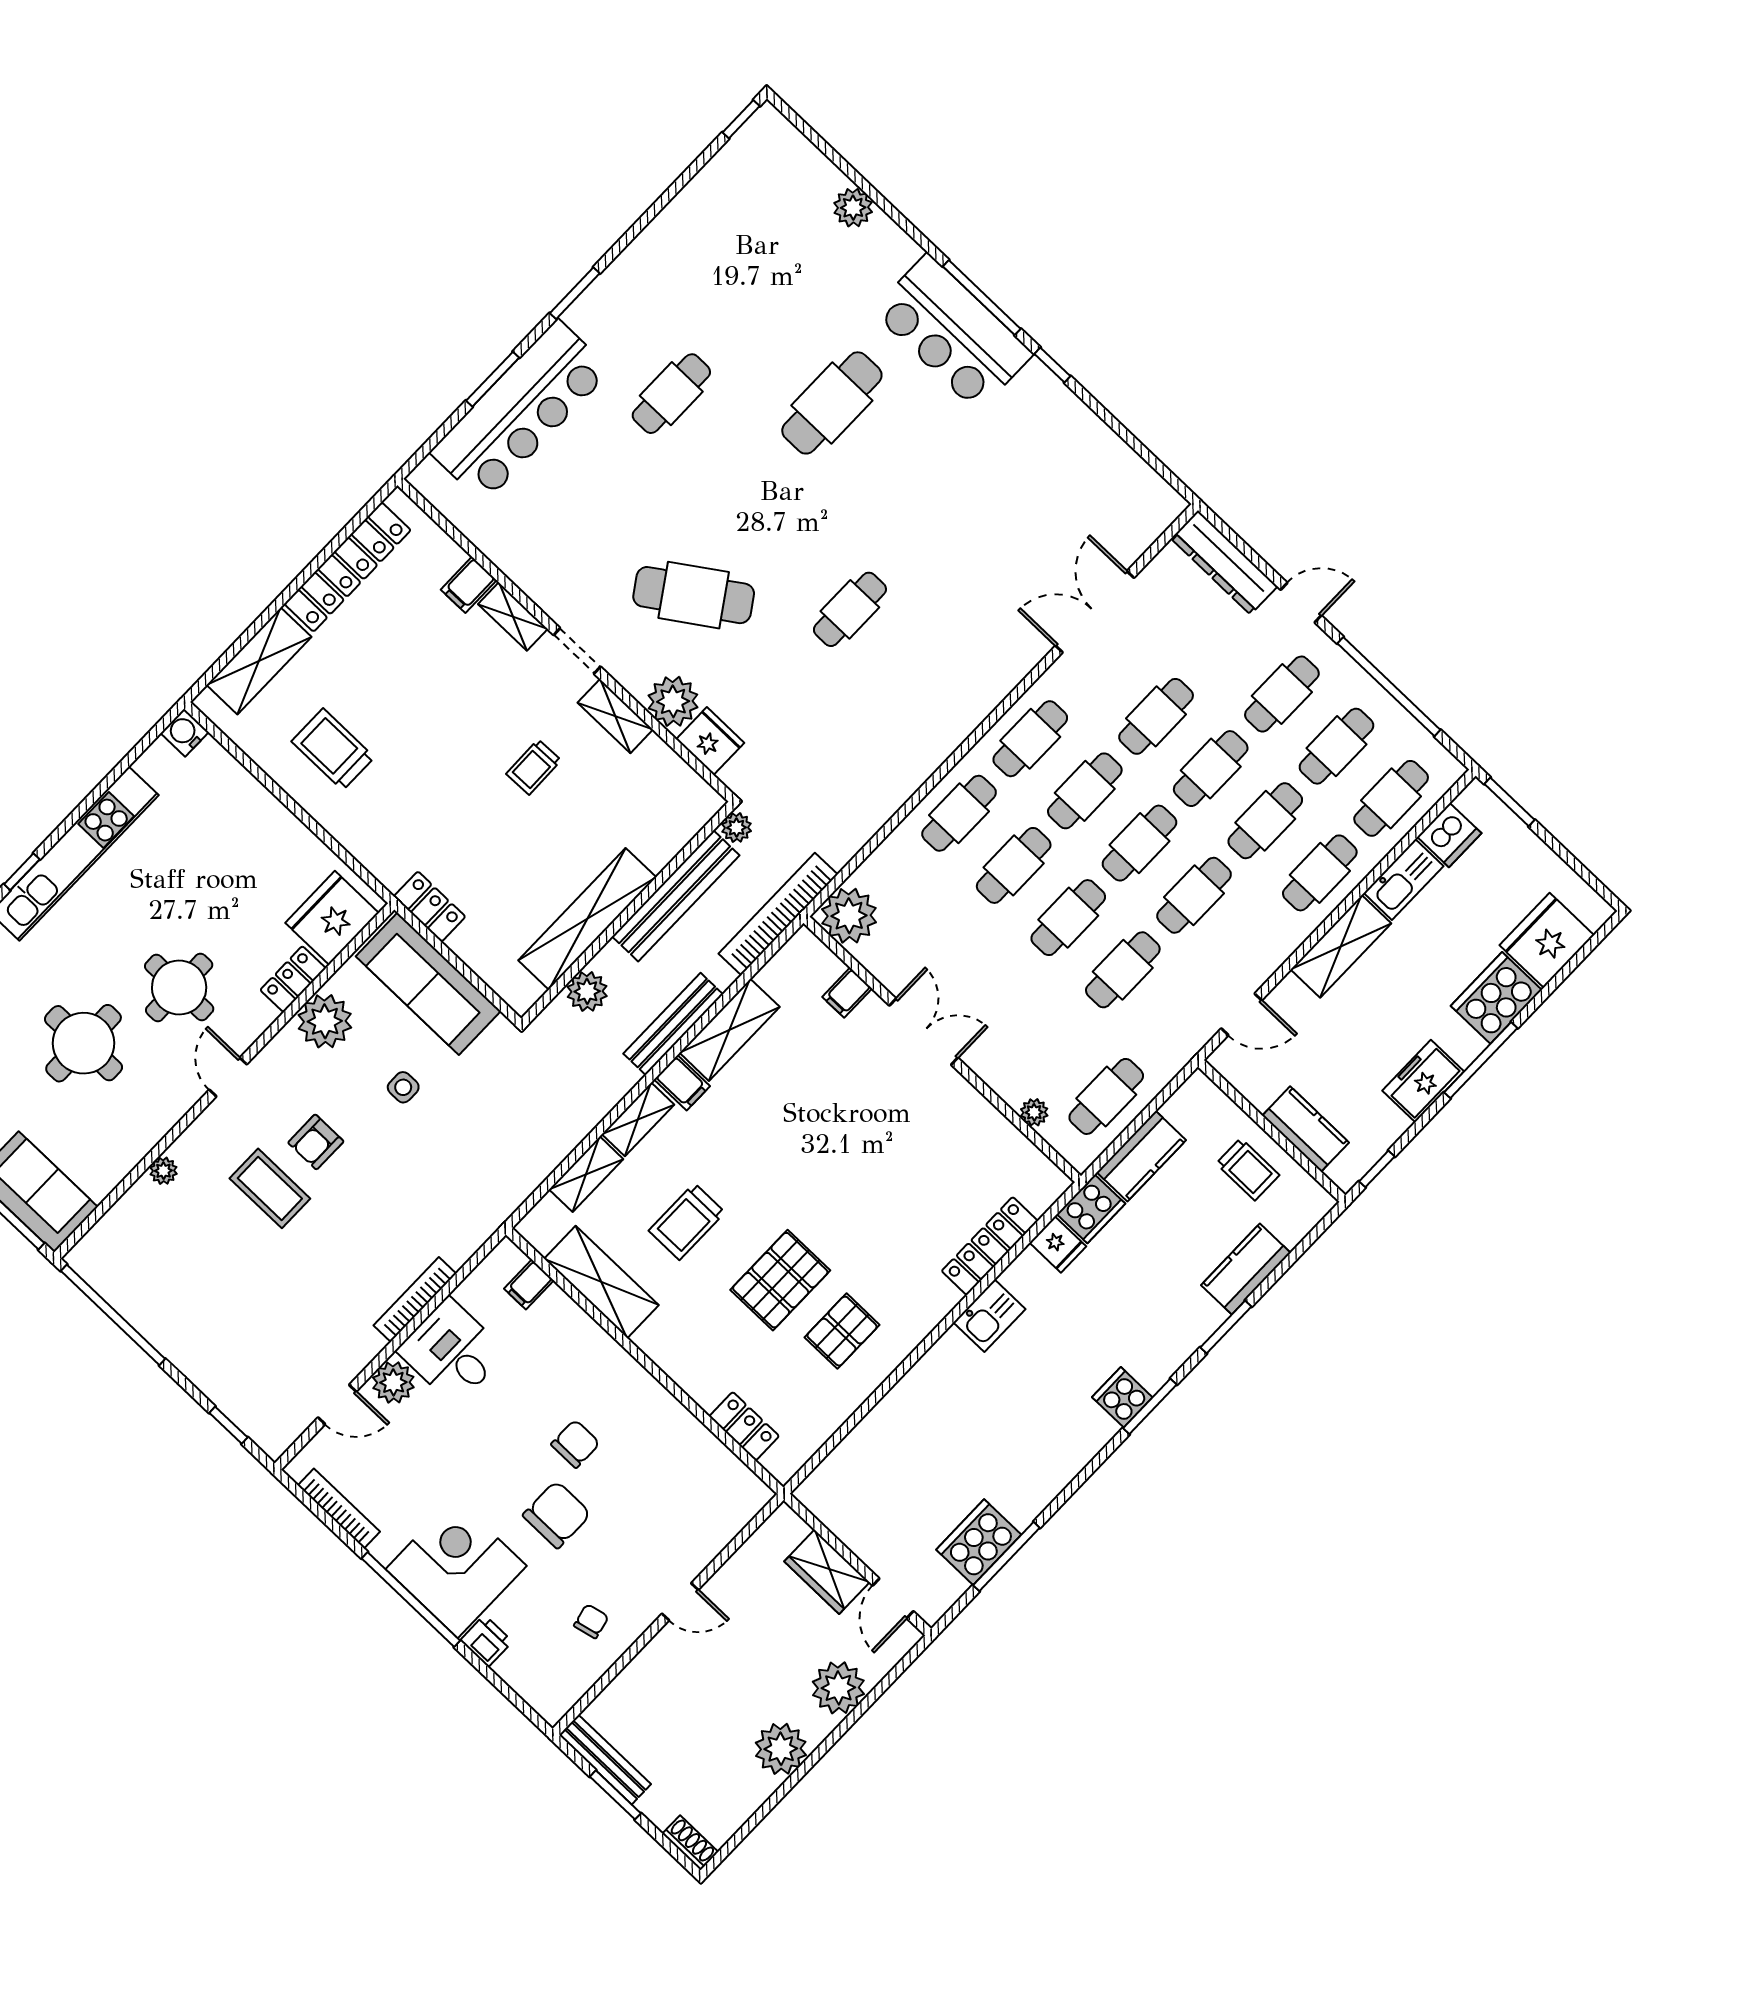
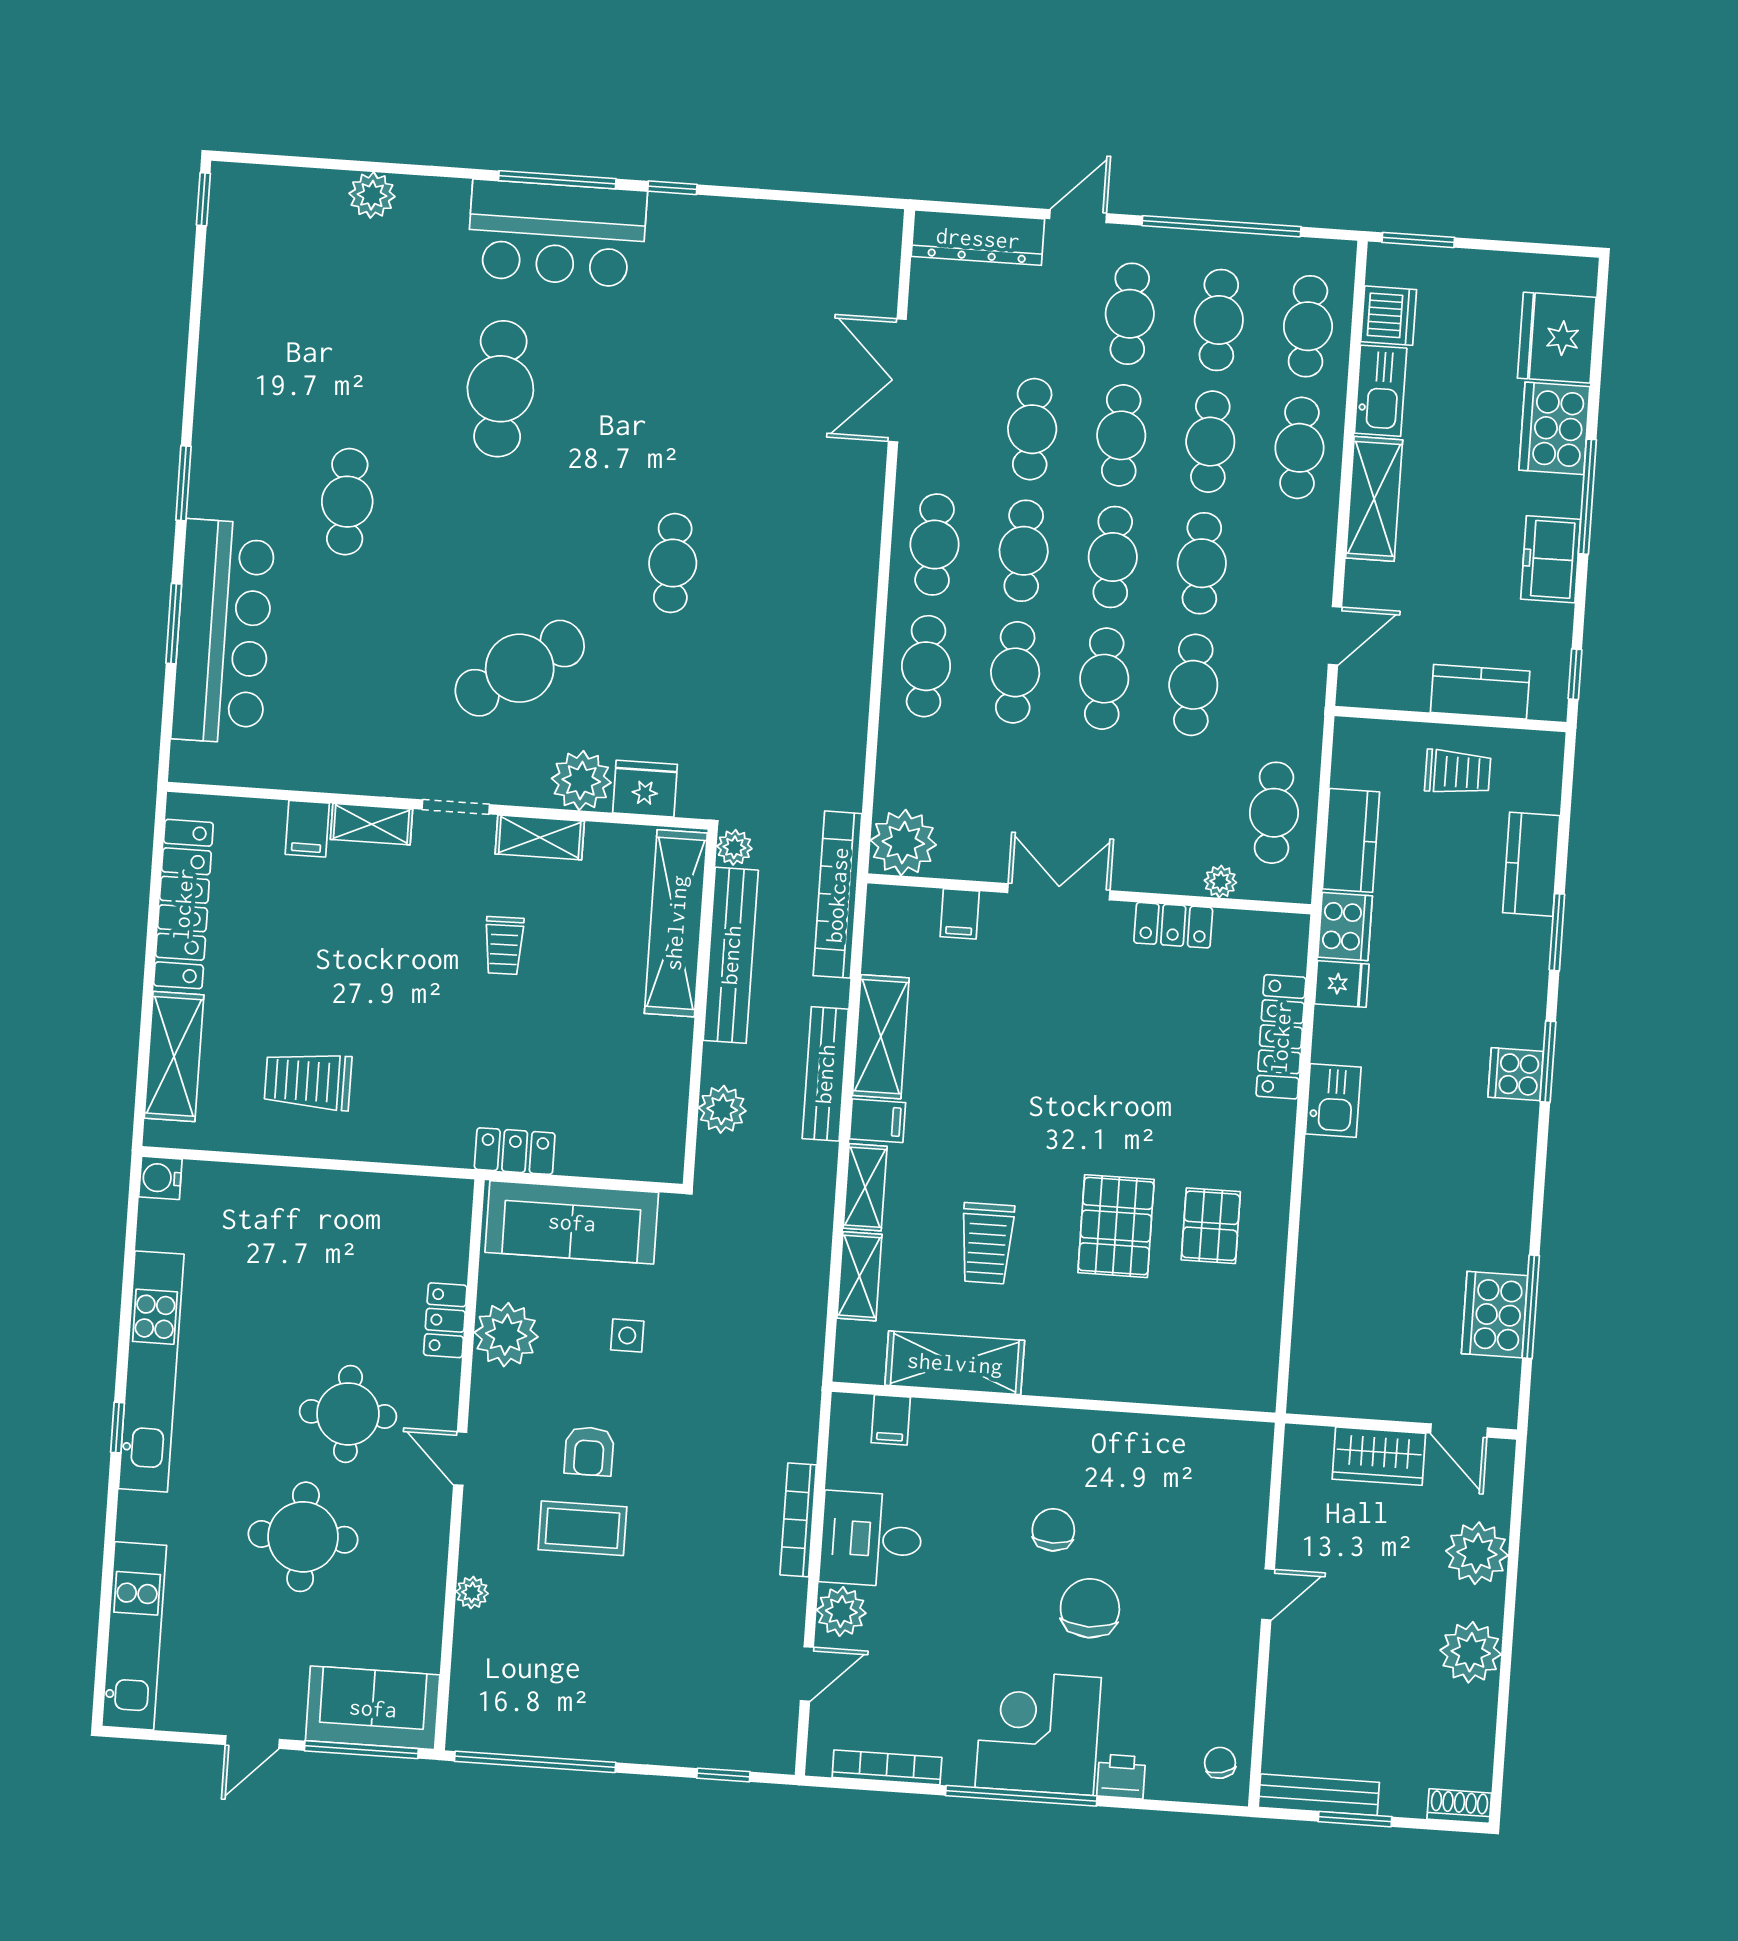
fridge: (332, 918) -> (434, 1235), removed
shelving: (587, 919) -> (676, 923), moved
locker: (744, 1426) -> (1173, 925), moved, turned 180
chair: (591, 1621) -> (1220, 1763), moved

